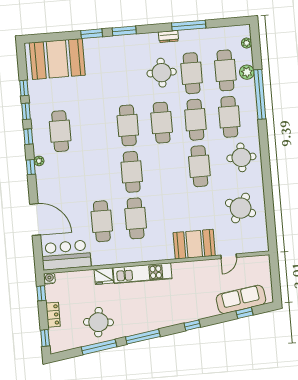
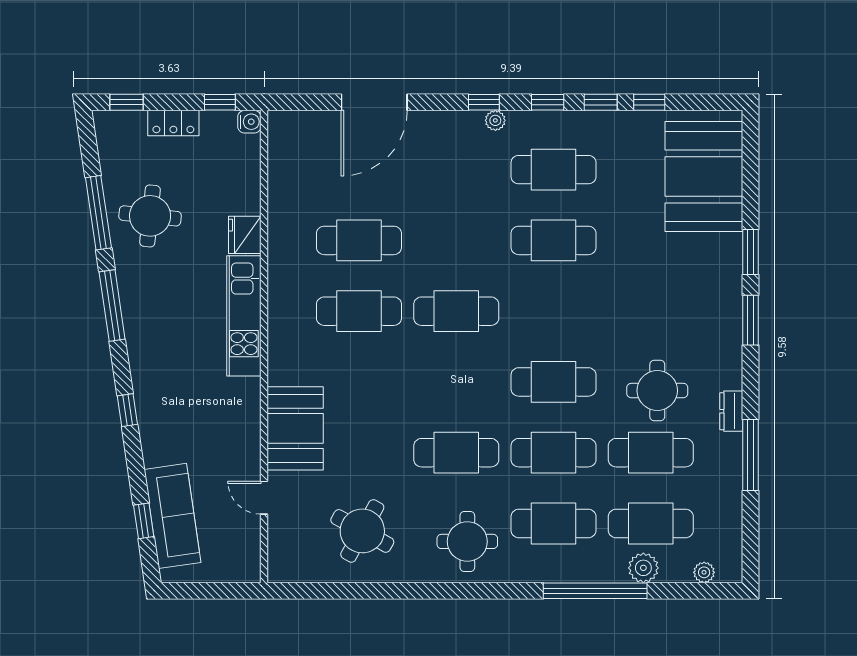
cafe table: (128, 125) -> (554, 240), moved
bar counter: (66, 255) -> (295, 160), removed

